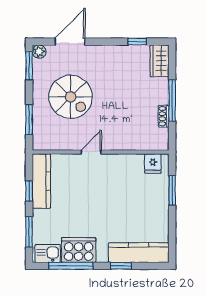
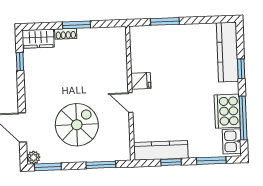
window: (172, 100) -> (76, 25), width x0.69
shoe rack: (164, 116) -> (66, 34), moved
fridge: (153, 164) -> (141, 81), moved

